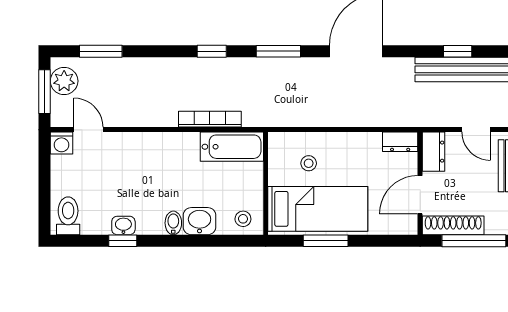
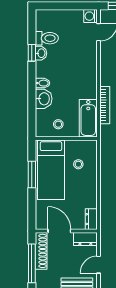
toilet: (68, 216) -> (47, 38), moved
stool: (243, 219) -> (58, 124), moved

